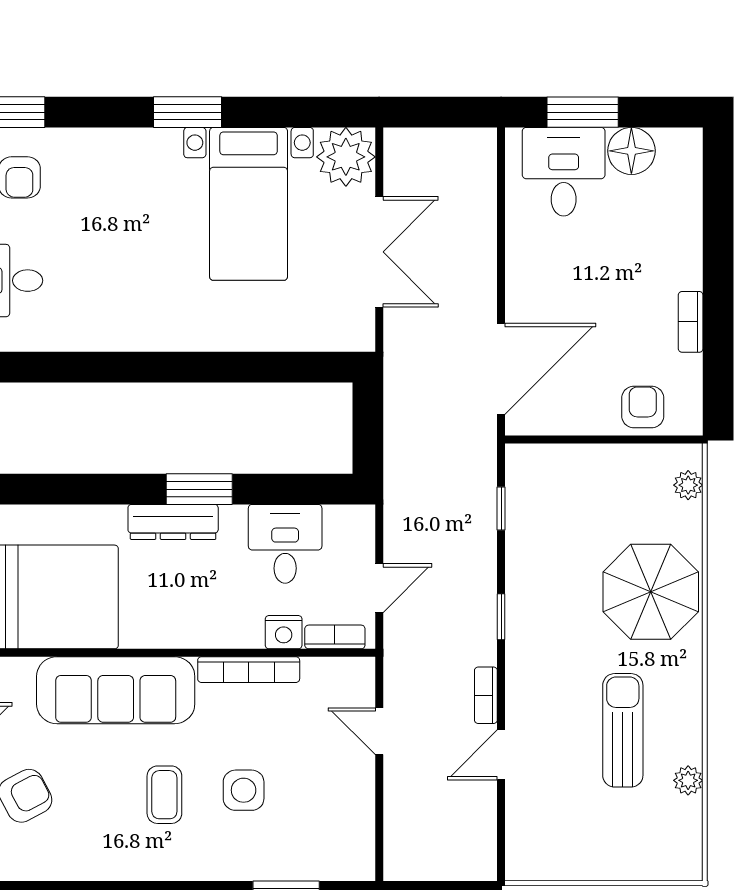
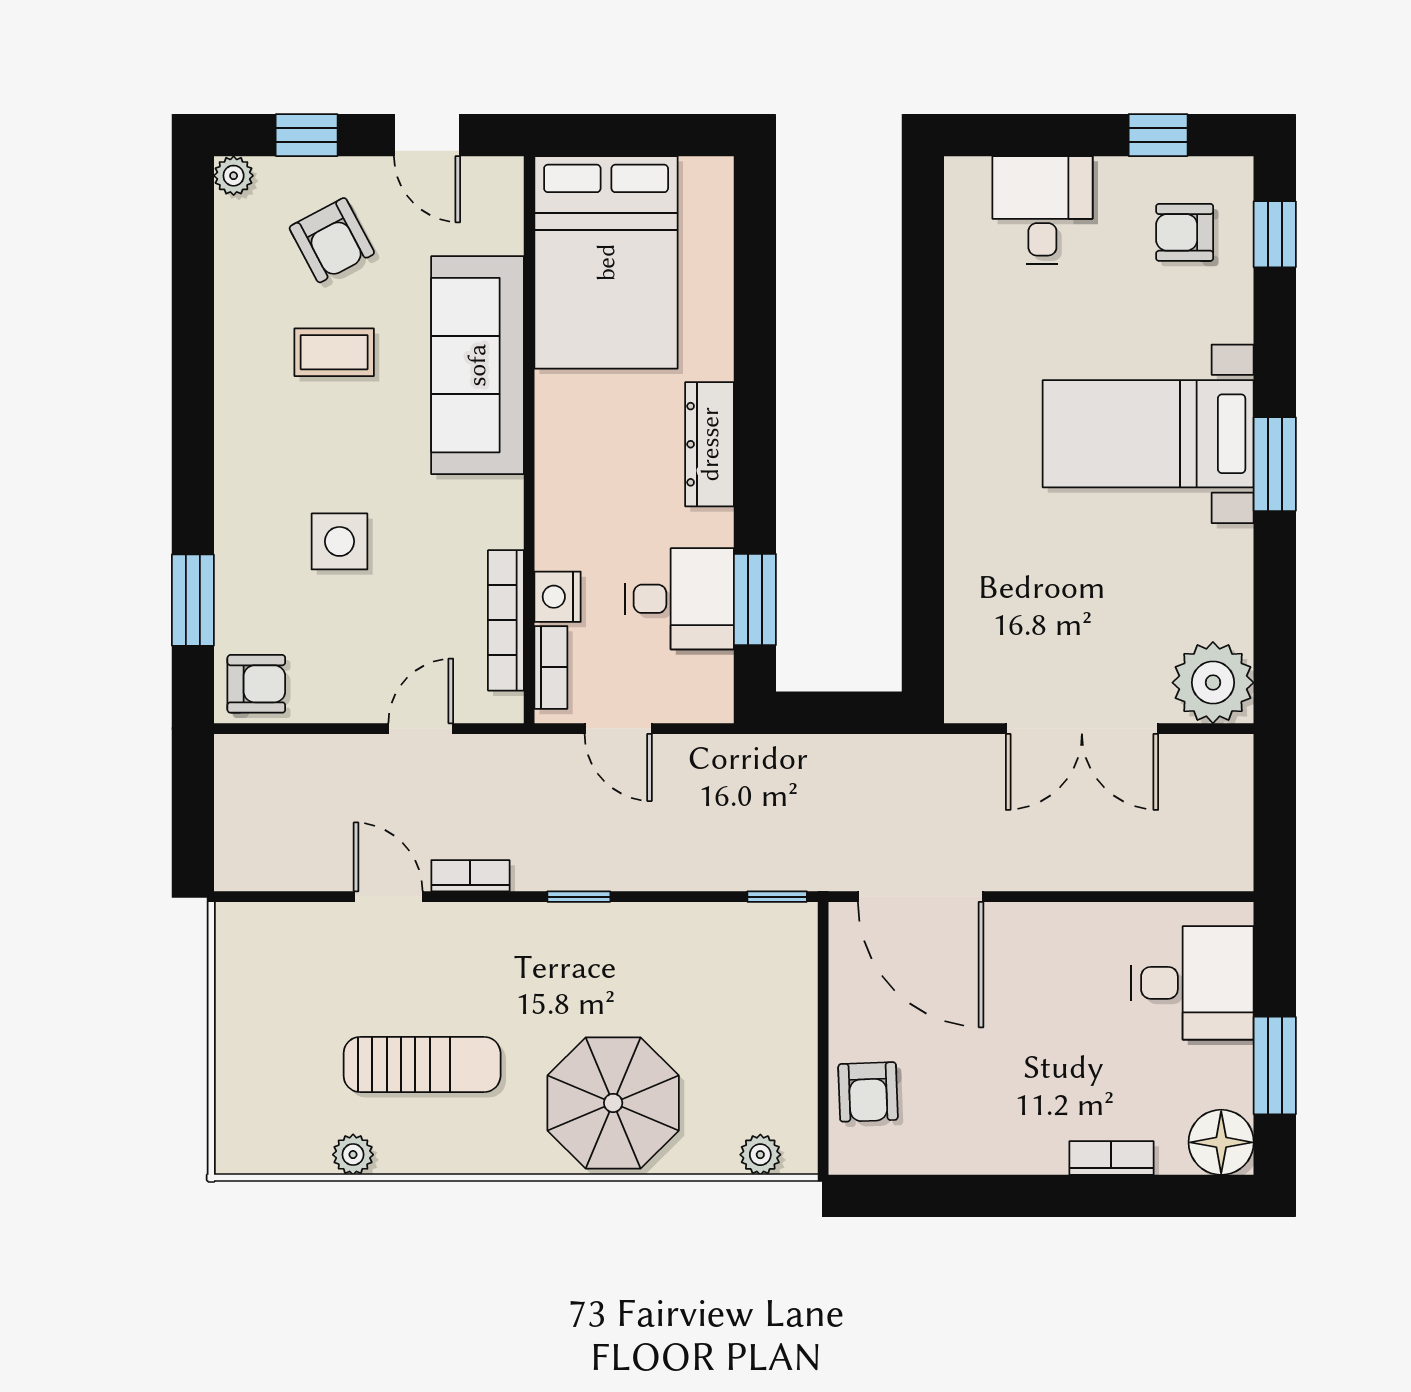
window: (583, 112) -> (1275, 1066), moved
floor lamp: (631, 151) -> (1221, 1142), moved
bed with nightstands: (249, 204) -> (1148, 434), moved
bookcase: (691, 322) -> (1111, 1158), moved
armchair: (643, 407) -> (868, 1092), turned 88
window: (199, 489) -> (755, 600), moved
window: (501, 509) -> (777, 897), moved
bookcase: (249, 670) -> (506, 620), moved
coffee table: (164, 795) -> (334, 352), moved
armchair: (347, 851) -> (256, 684), added

